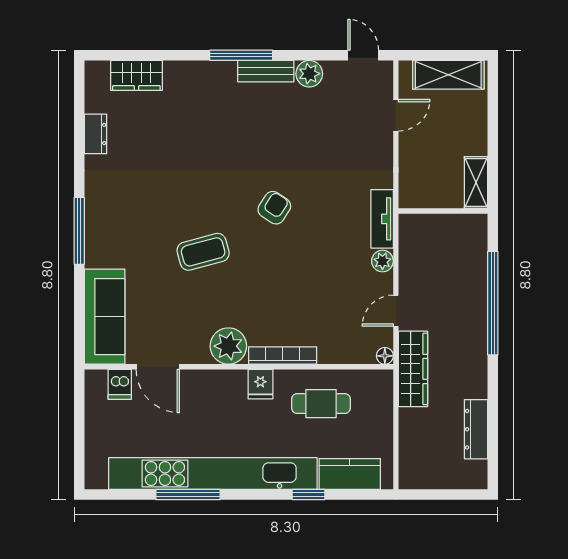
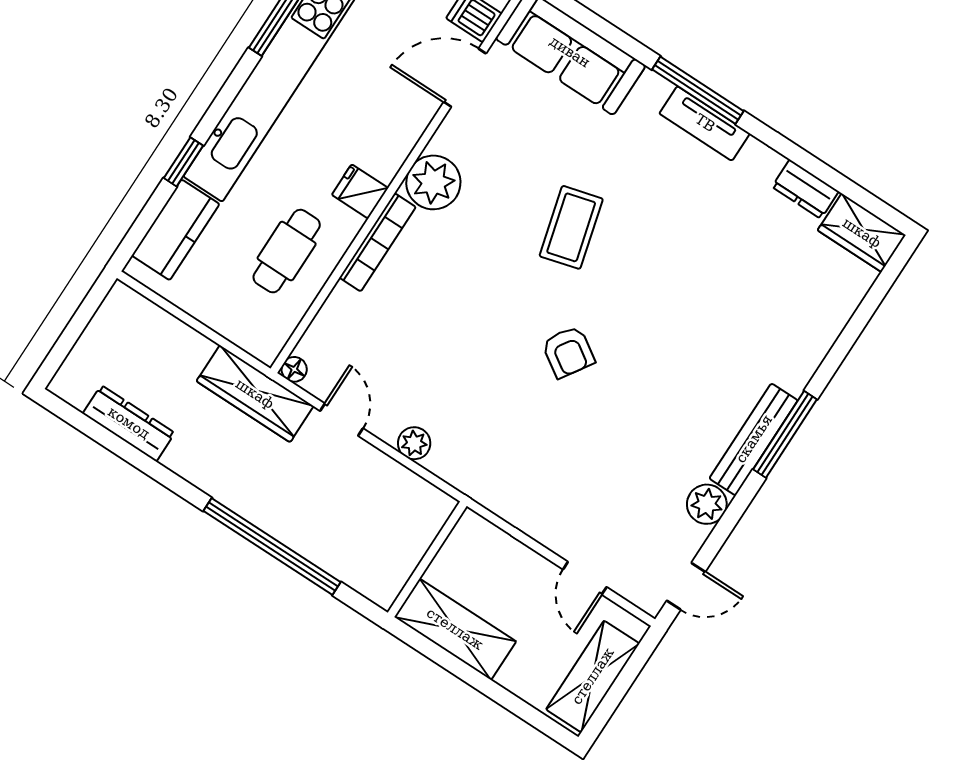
bench: (266, 71) -> (754, 439), width x1.36
wardrobe: (136, 75) -> (862, 233), moved, turned -90
shelving: (476, 182) -> (455, 629), width x1.50, depth x1.33
tv unit: (382, 219) -> (705, 123), moved, turned 180

